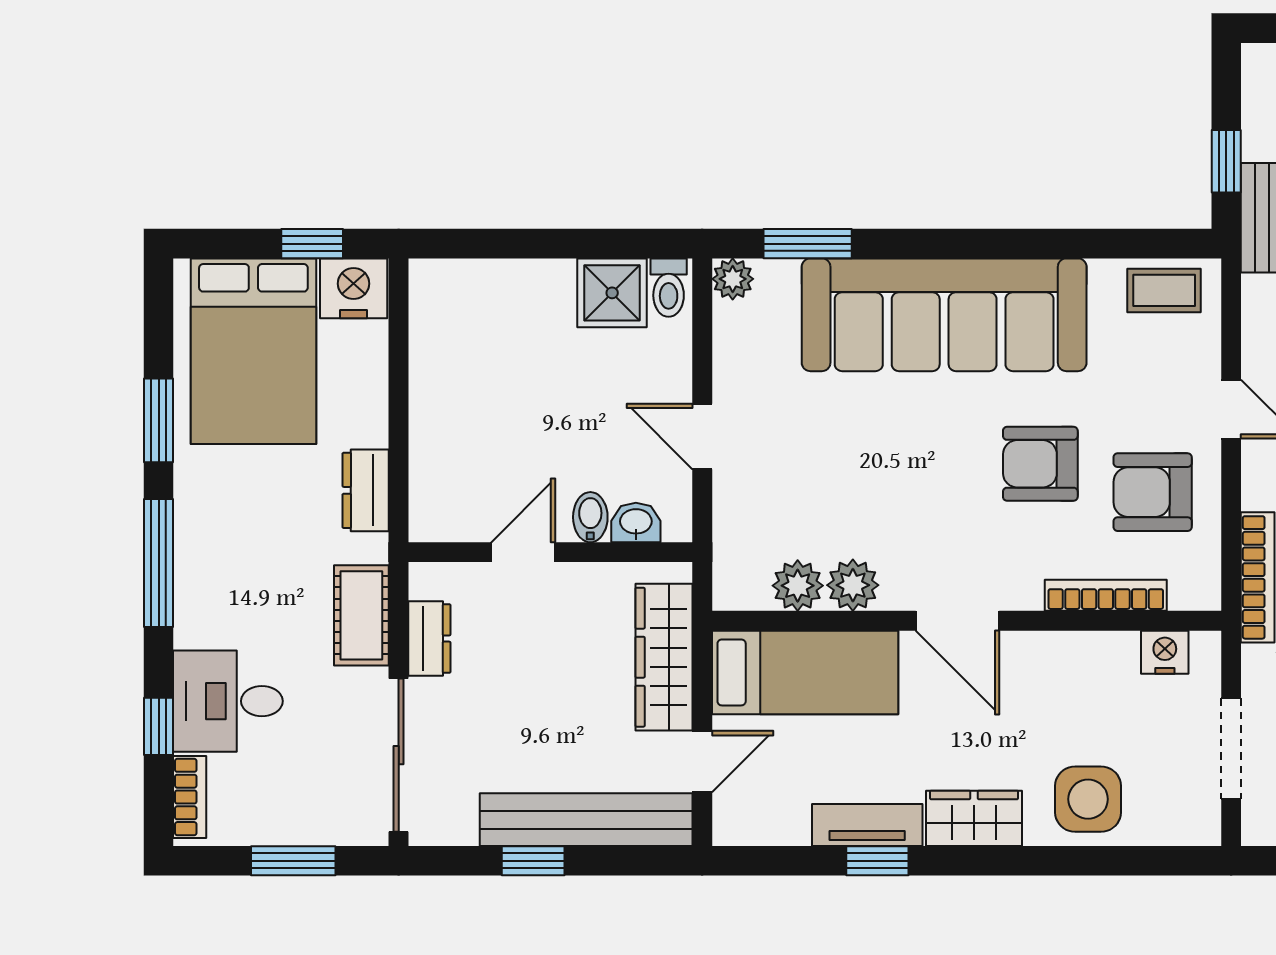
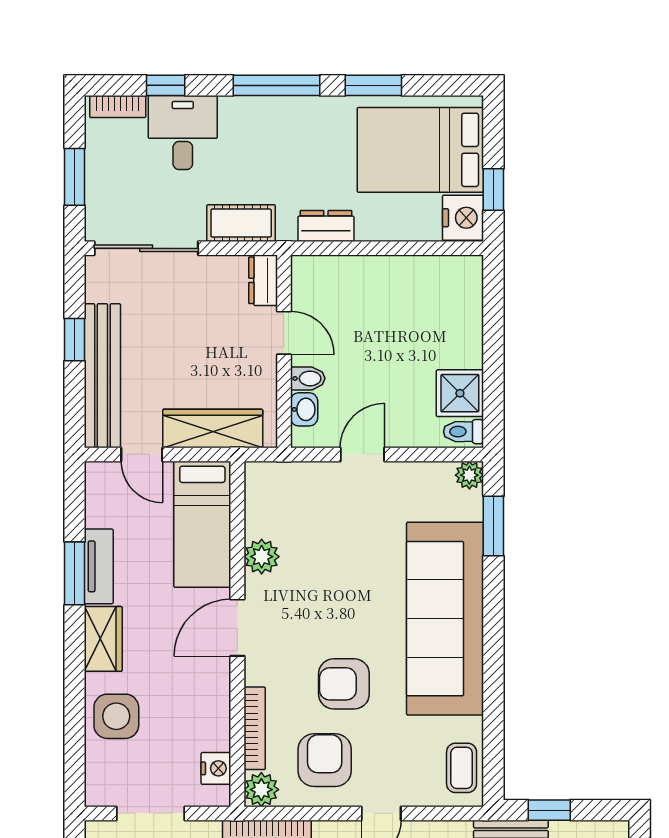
armchair: (1040, 464) -> (344, 684), turned -90
plant: (798, 586) -> (261, 790), moved
dresser: (429, 639) -> (263, 280), moved, turned 90
window: (877, 861) -> (74, 573), width x1.50

